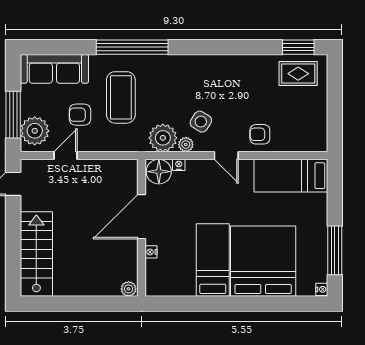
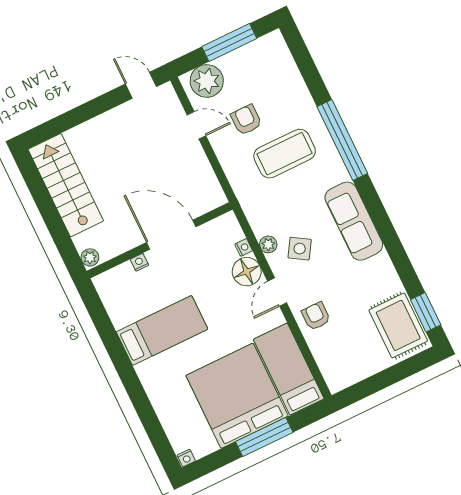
sofa: (54, 69) -> (354, 221), moved
rug: (298, 74) -> (398, 325), width x1.36, depth x1.43
window: (13, 115) -> (229, 43), moved
plant: (163, 138) -> (264, 217), removed
floor lamp: (159, 172) -> (247, 272), moved
window: (335, 250) -> (264, 437), moved
stairs: (36, 254) -> (66, 185), moved, turned -90
bed: (263, 261) -> (237, 396), moved, turned -90

